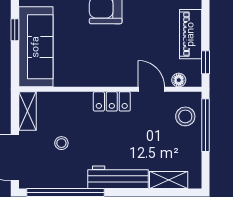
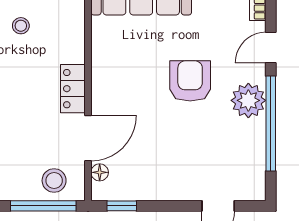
piano: (191, 34) -> (157, 187), removed
door: (151, 89) -> (88, 138), width x1.38

